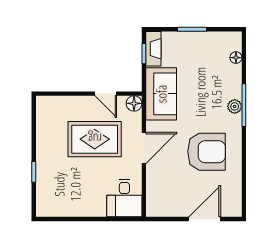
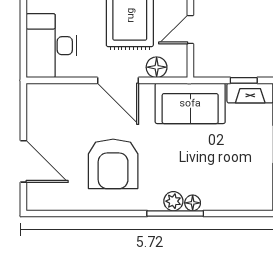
floor lamp: (236, 58) -> (193, 203), moved
floor lamp: (134, 103) -> (157, 67), moved
desk: (124, 198) -> (51, 46), width x1.37

